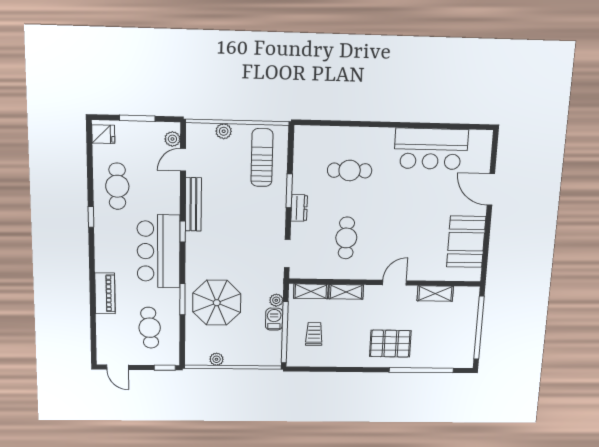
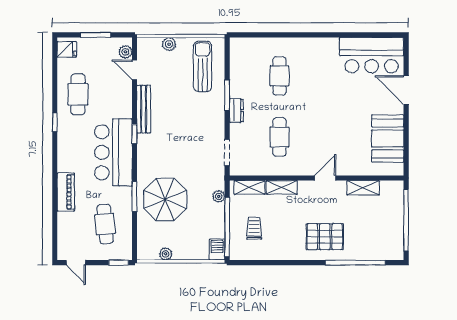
bar counter: (431, 149) -> (372, 55), moved
door: (183, 160) -> (134, 70), hinge flipped
cafe table: (350, 170) -> (279, 76), turned 90
barbecue: (274, 319) -> (217, 250), moved

